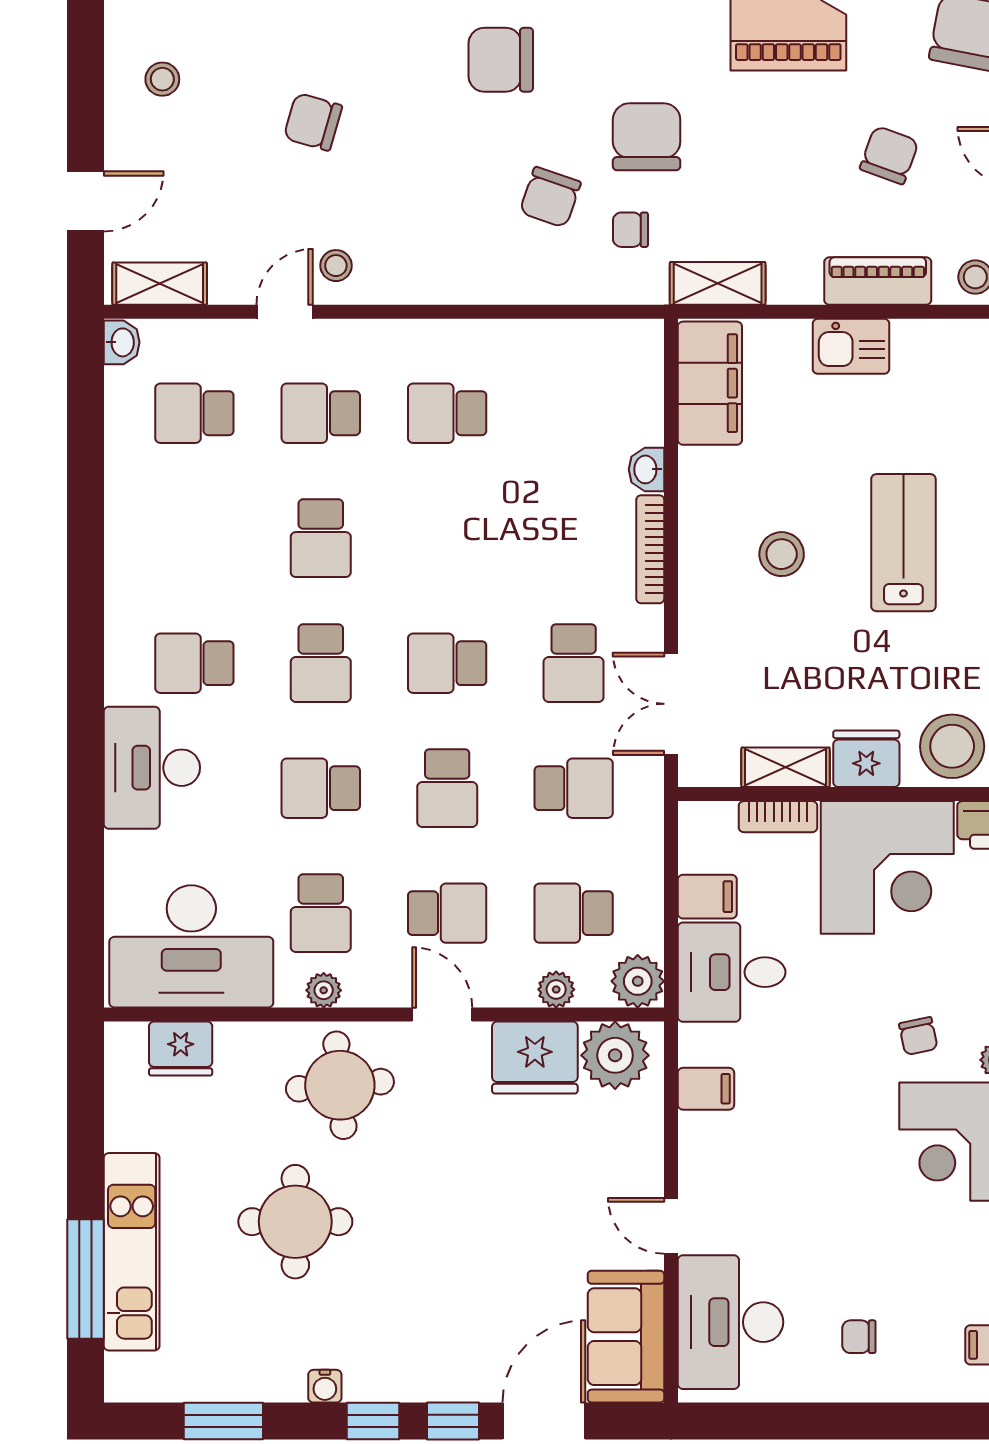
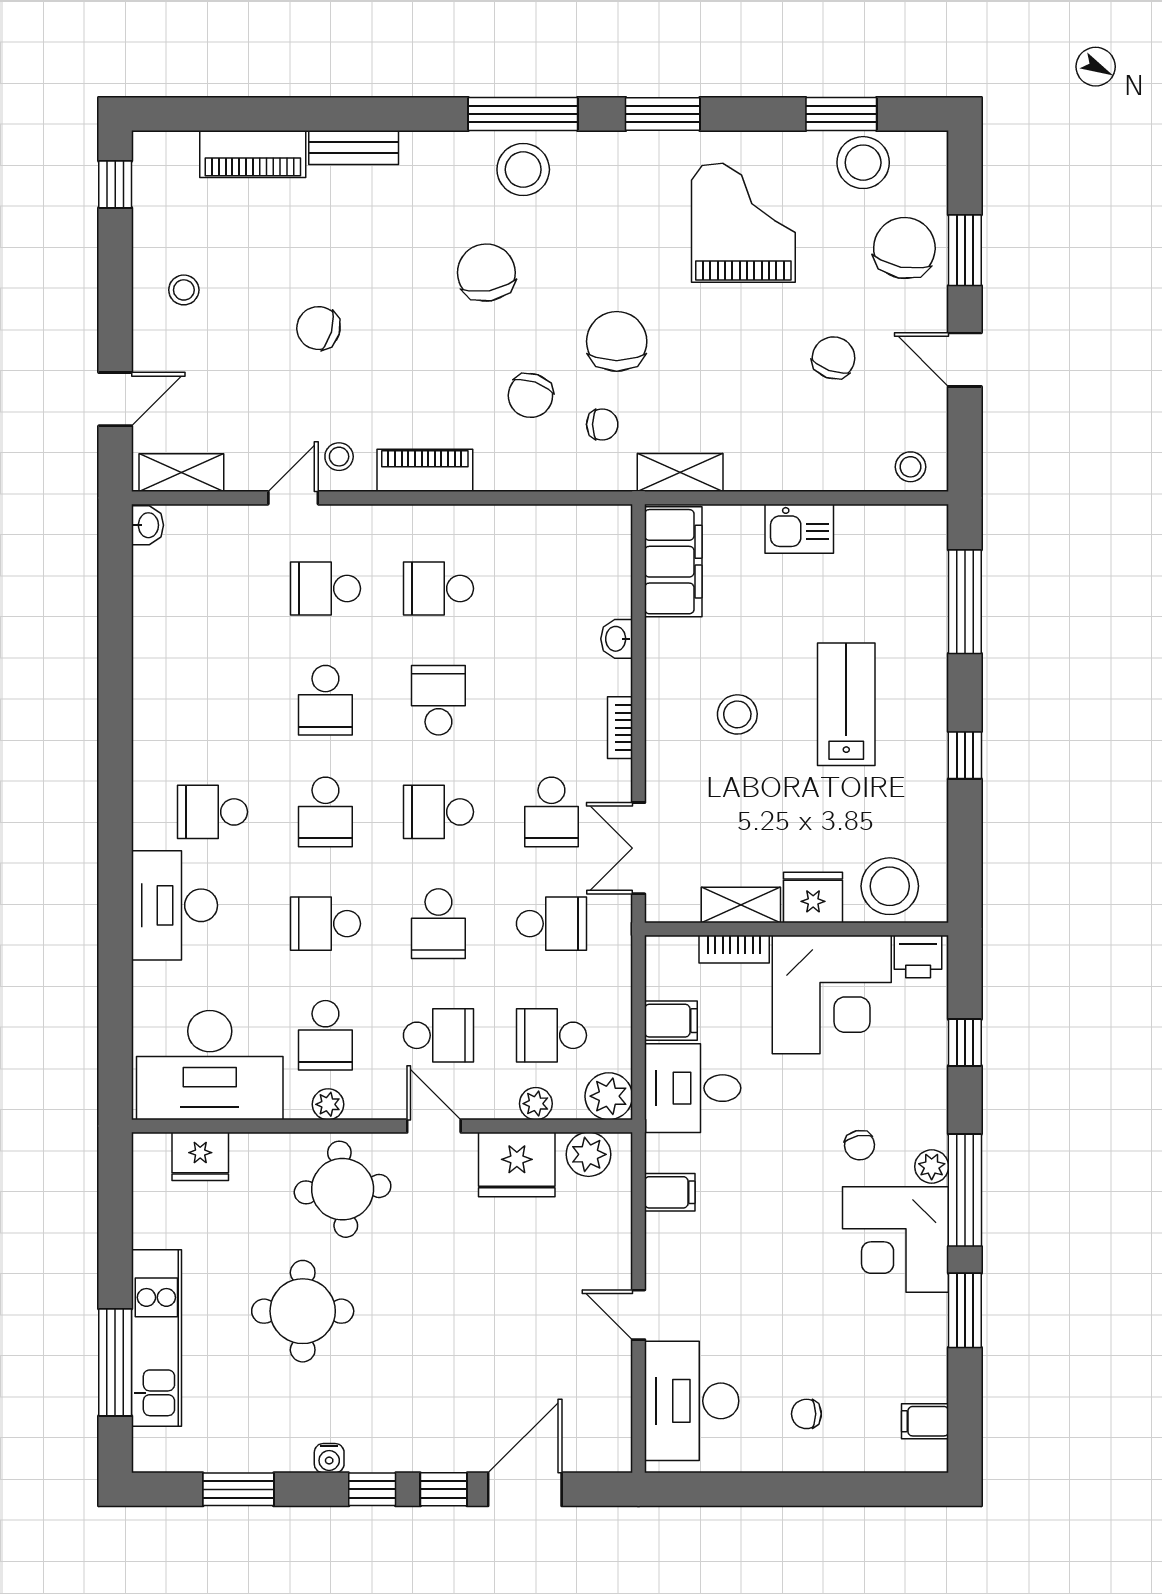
chair: (501, 60) -> (486, 273), turned 80
chair: (630, 230) -> (602, 424), turned 180
piano: (878, 281) -> (425, 470), moved
school desk: (194, 413) -> (438, 700), moved, turned 90
bookcase: (650, 549) -> (620, 728), width x0.64
plant: (615, 1055) -> (589, 1154), width x0.73, depth x0.73
sofa: (626, 1337) -> (598, 1414), removed

